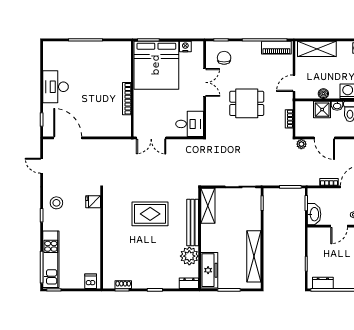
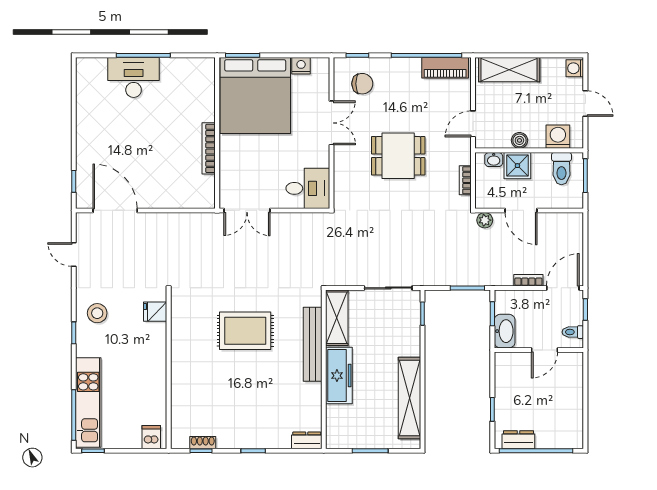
chair: (224, 58) -> (362, 84), turned 90
desk: (56, 87) -> (134, 77), moved, turned 90
washbasin: (337, 106) -> (494, 160), moved
plant: (189, 256) -> (307, 397), removed
freezer: (209, 270) -> (339, 376), moved

